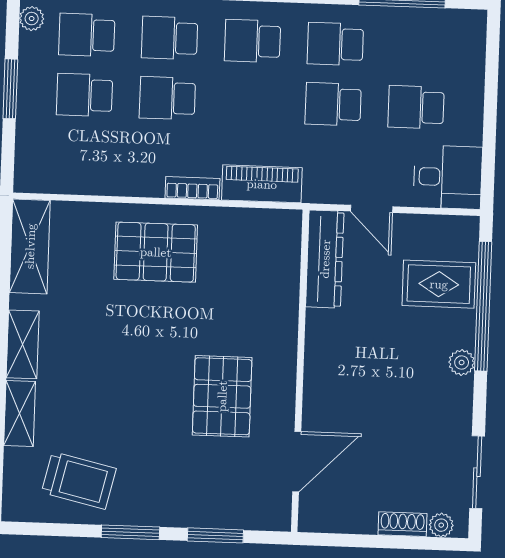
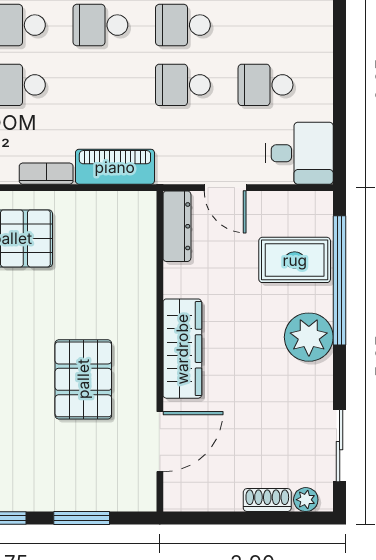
dresser: (325, 259) -> (177, 226), width x0.73, depth x0.80
plant: (462, 363) -> (309, 337), width x1.87, depth x1.87
wardrobe: (323, 369) -> (182, 349), added

